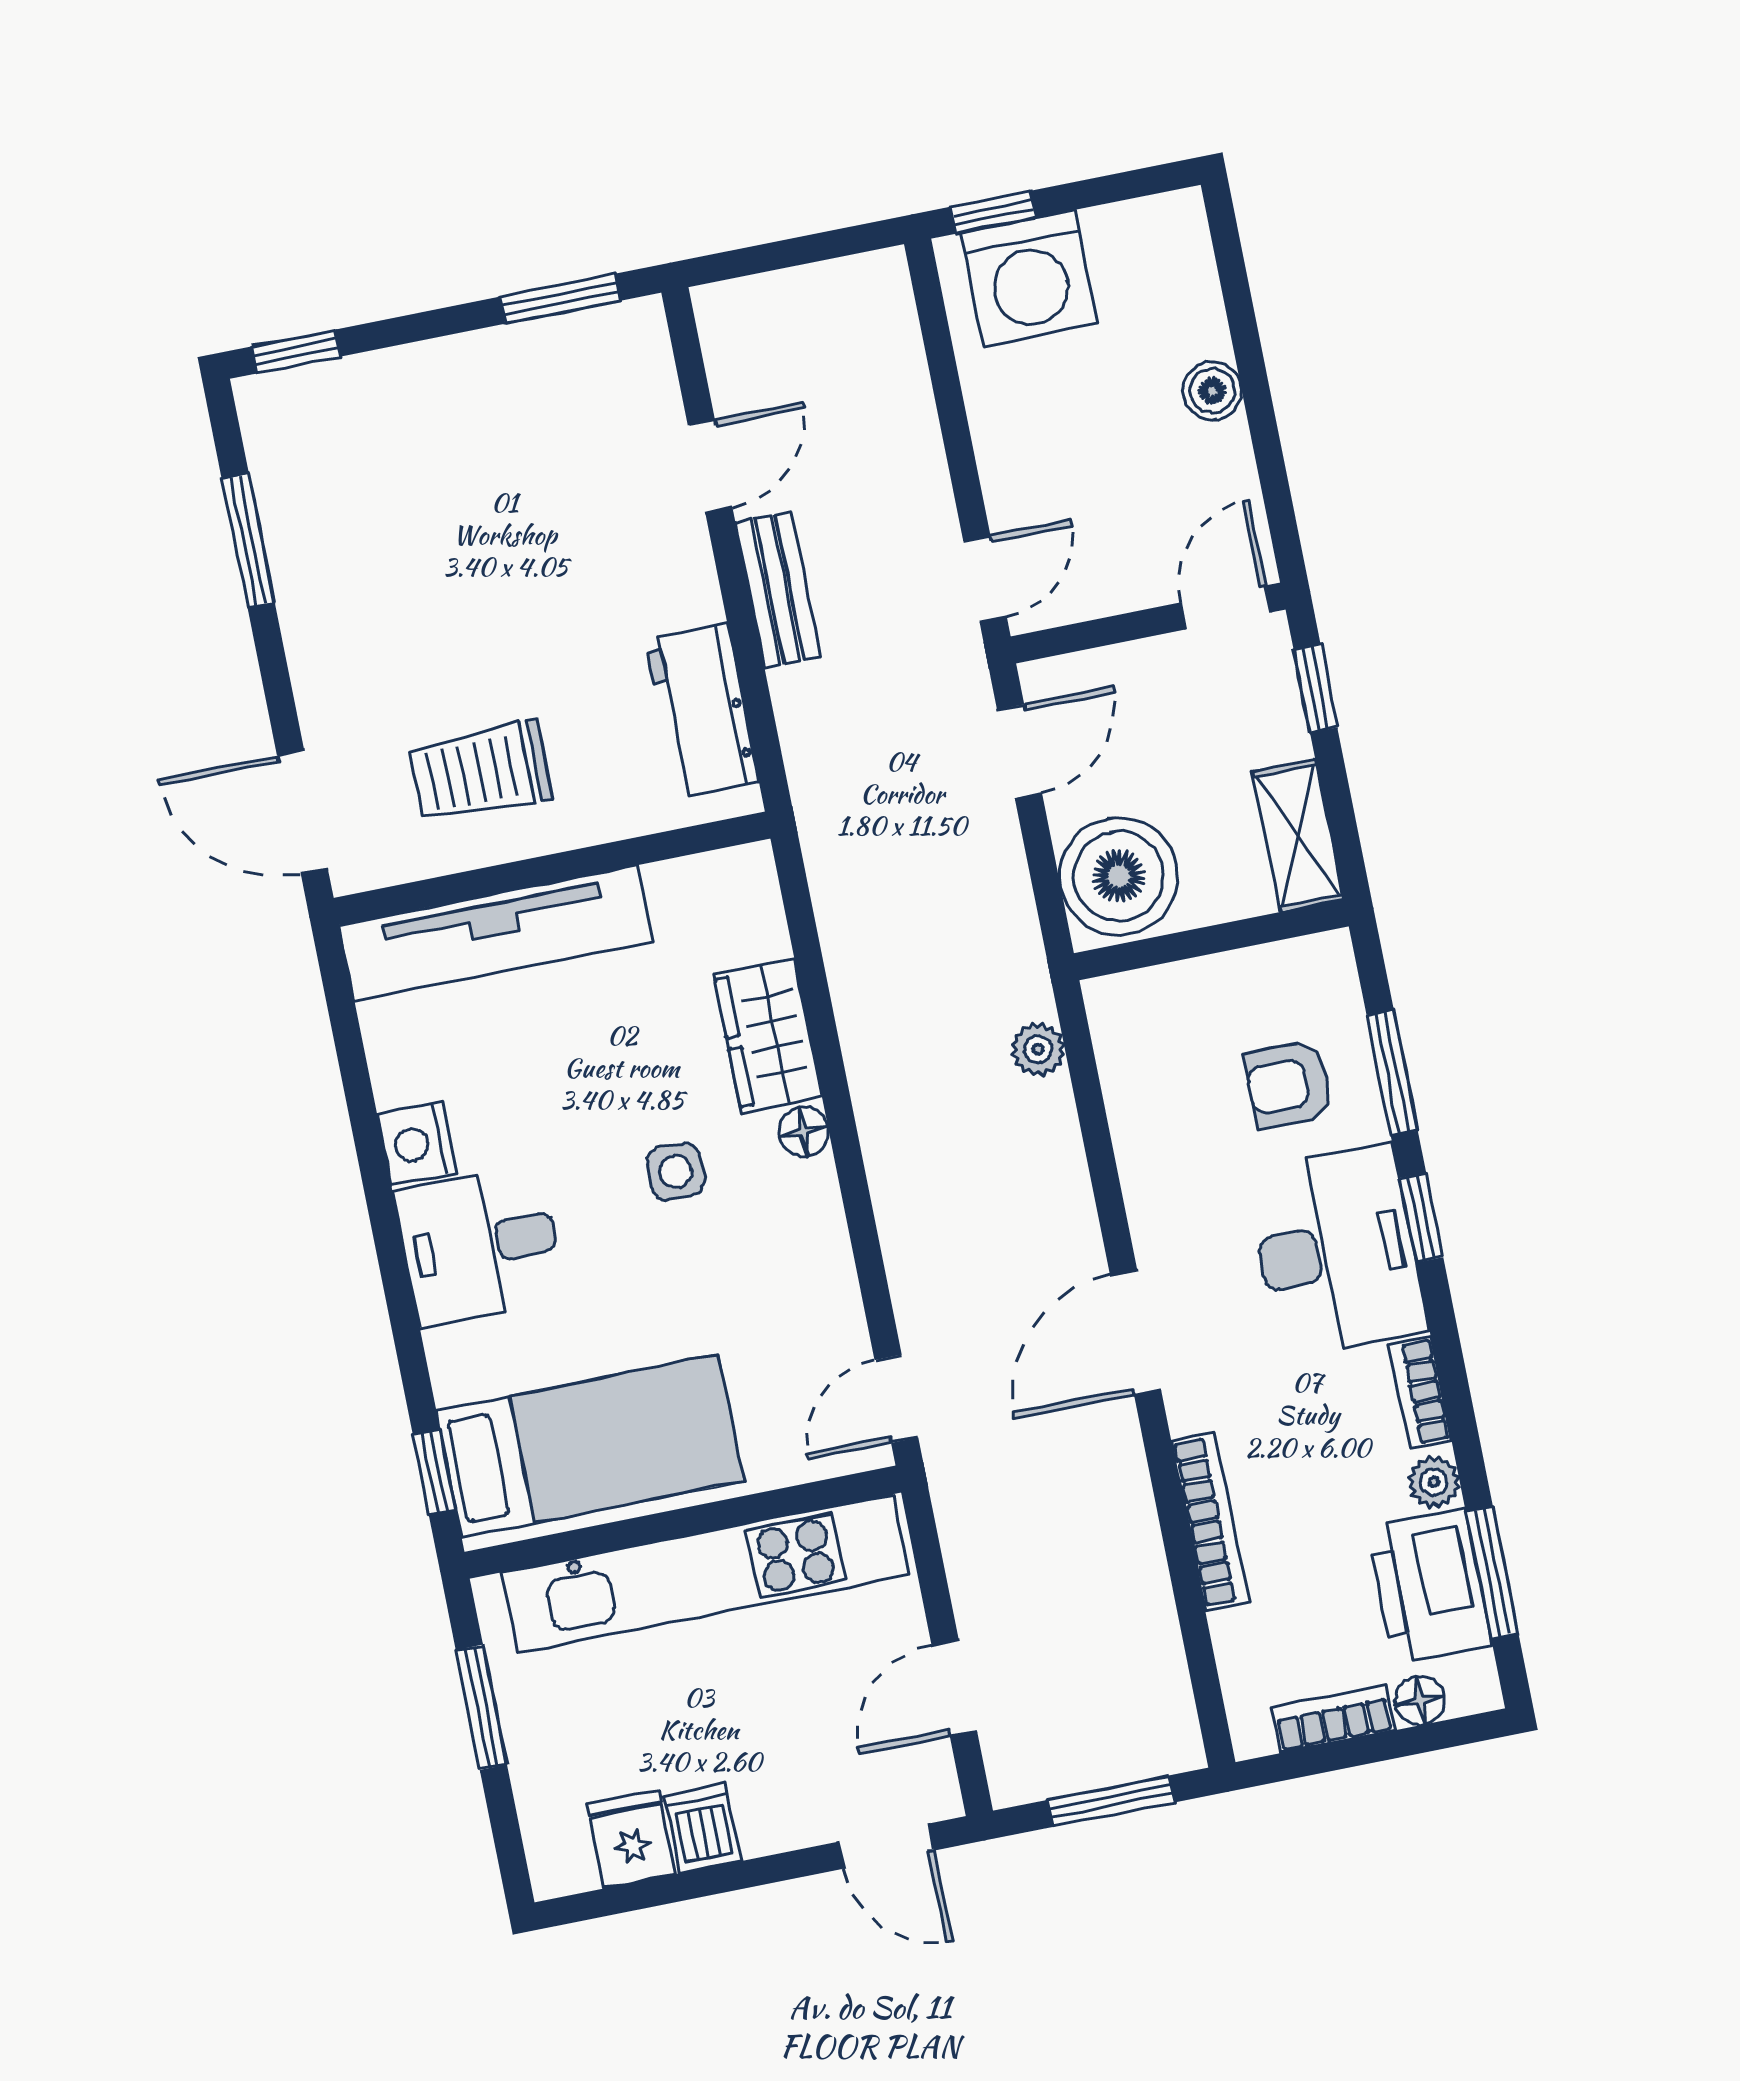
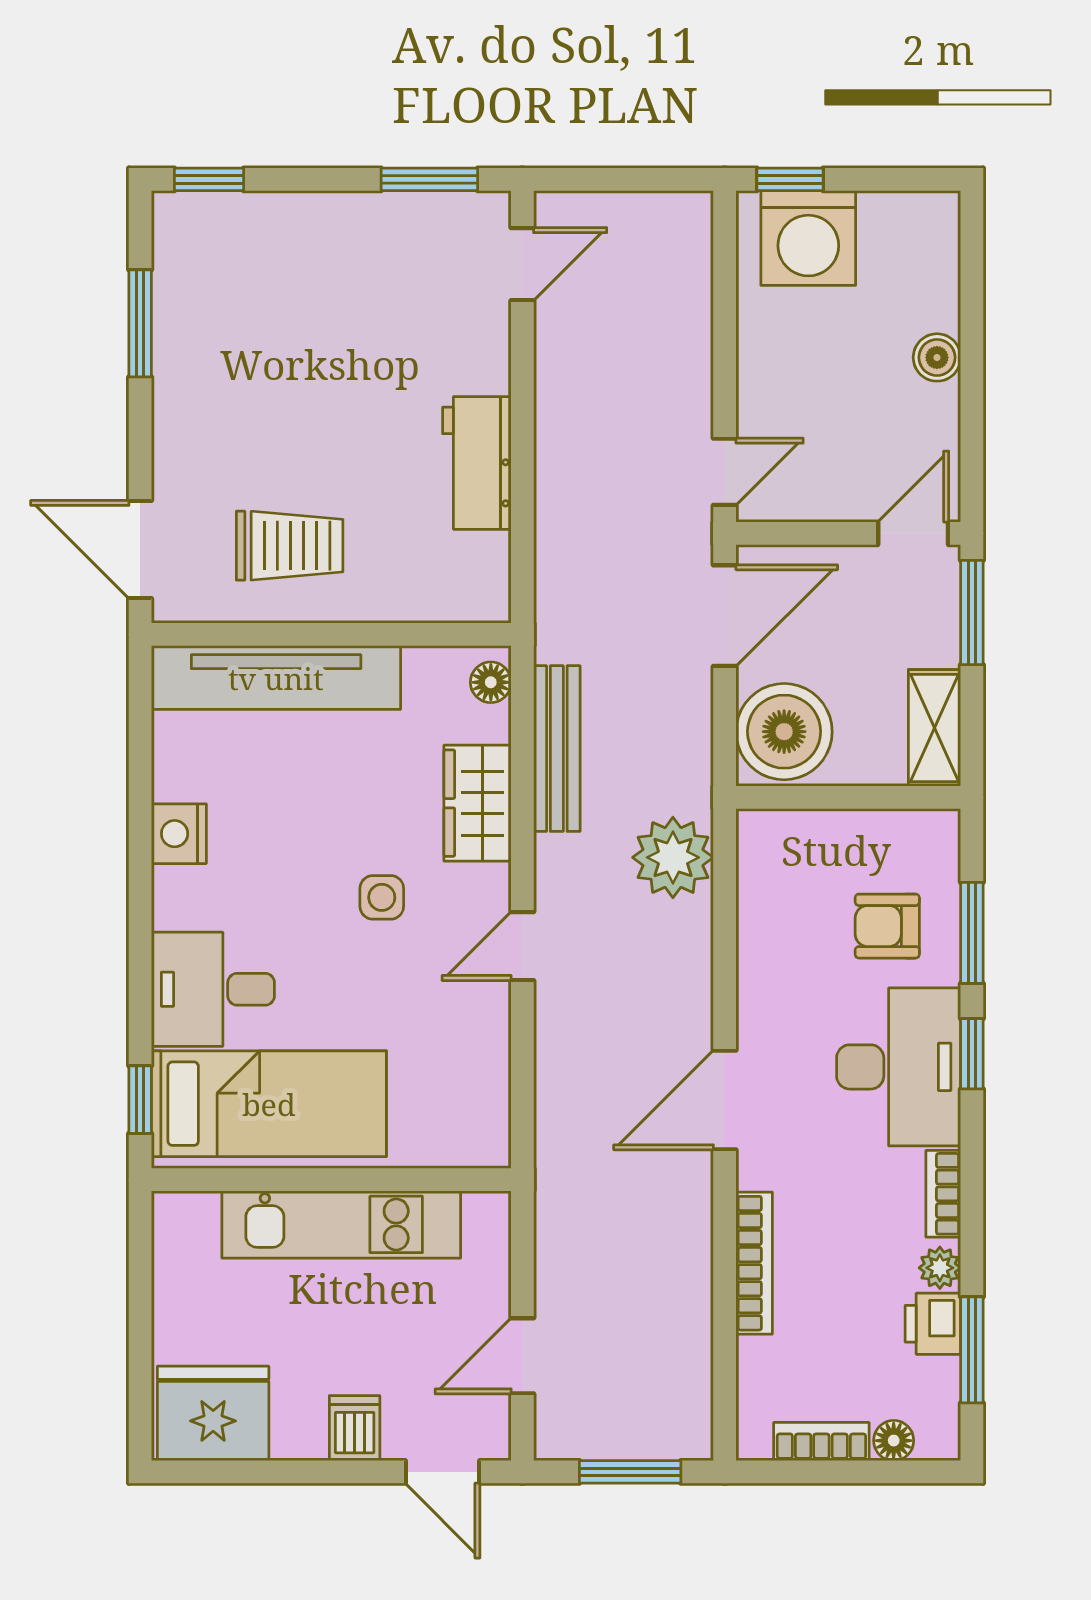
door: (710, 466) -> (522, 264), moved
bench: (778, 590) -> (557, 749), moved, width x1.36
window: (1315, 688) -> (972, 613), width x1.50
workbench: (702, 711) -> (477, 463), moved
door: (1019, 751) -> (725, 616), width x1.38
trolley: (481, 772) -> (290, 546), turned 180
plant: (1038, 1049) -> (673, 857), width x1.87, depth x1.87
floor lamp: (804, 1132) -> (491, 682), moved
desk: (480, 1245) -> (213, 989), moved
door: (896, 1399) -> (522, 946), moved
kitchen unit: (705, 1574) -> (341, 1224), width x0.73
printer: (1429, 1586) -> (933, 1324), width x0.53, depth x0.68
window: (481, 1707) -> (140, 1296), removed
dishwasher: (703, 1828) -> (355, 1428), moved
fridge: (631, 1839) -> (213, 1413), width x1.88, depth x1.34

